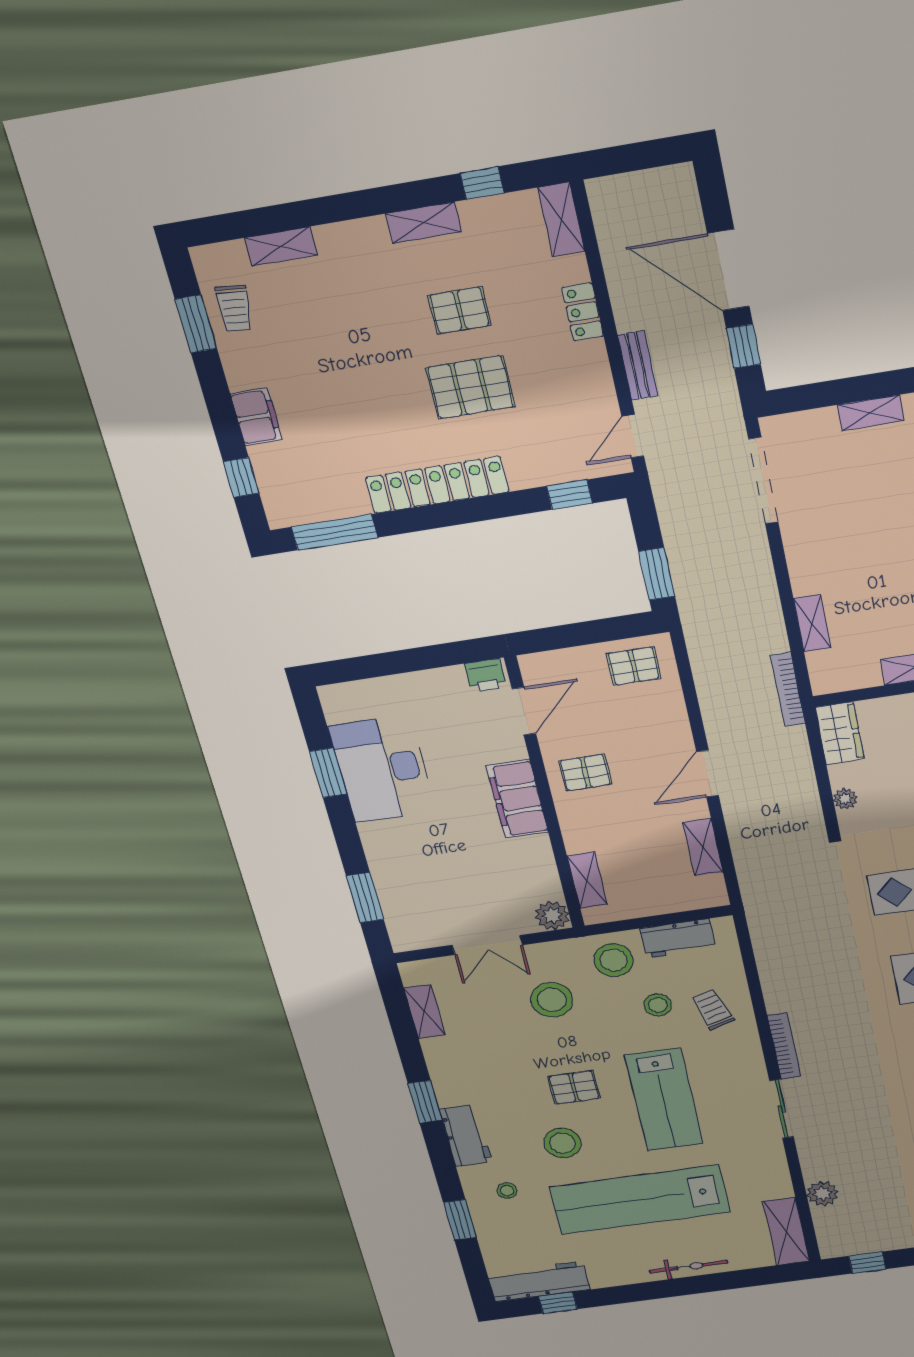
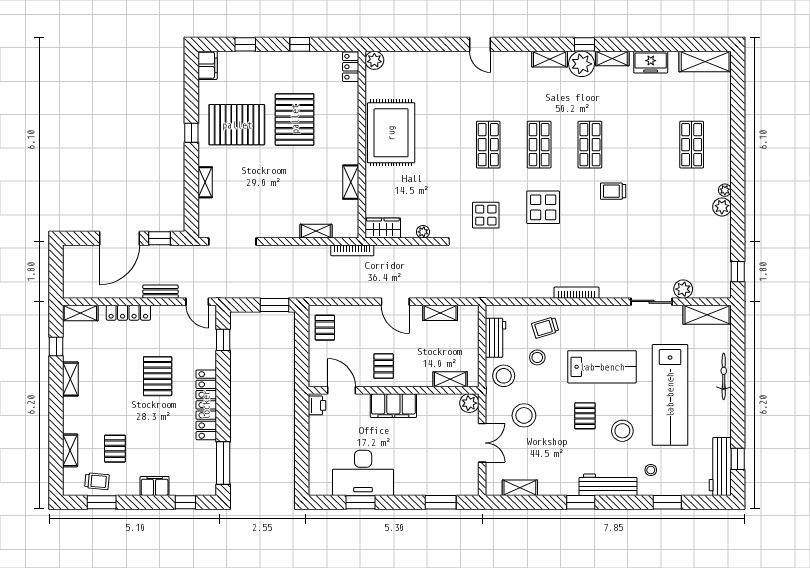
pallet: (460, 310) -> (115, 449), moved
locker: (583, 312) -> (128, 313), width x1.53
sliding door: (782, 1109) -> (652, 302), moved
workbench: (466, 1136) -> (608, 485), width x1.38

